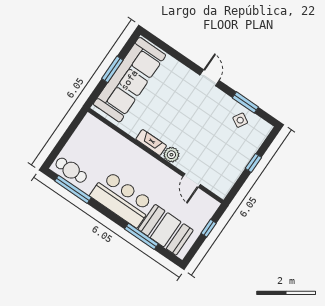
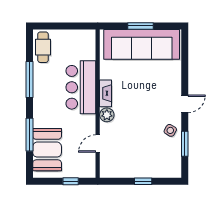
side table: (240, 120) -> (170, 130), moved
window: (73, 189) -> (29, 80), moved
bar counter: (122, 199) -> (81, 87), moved, turned 180

